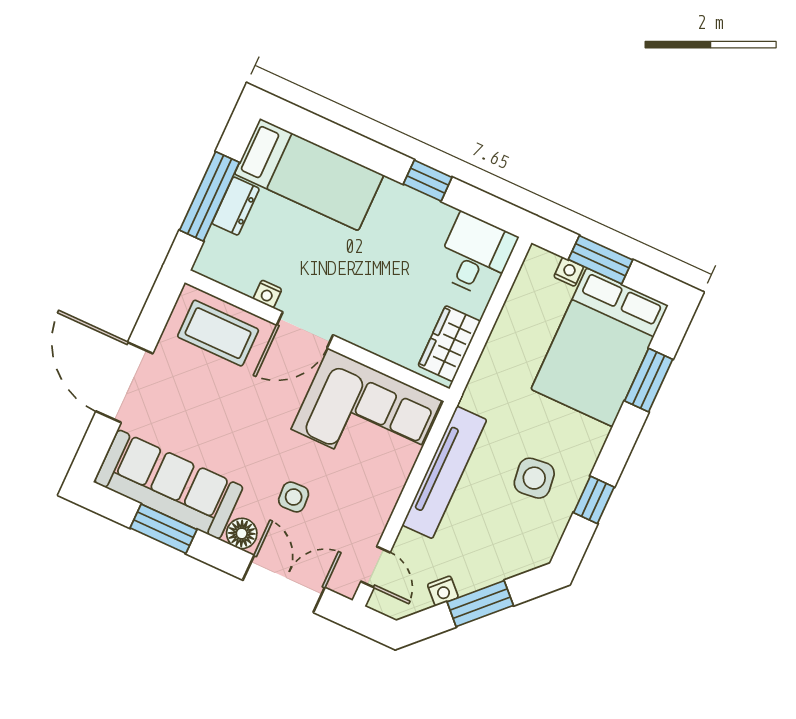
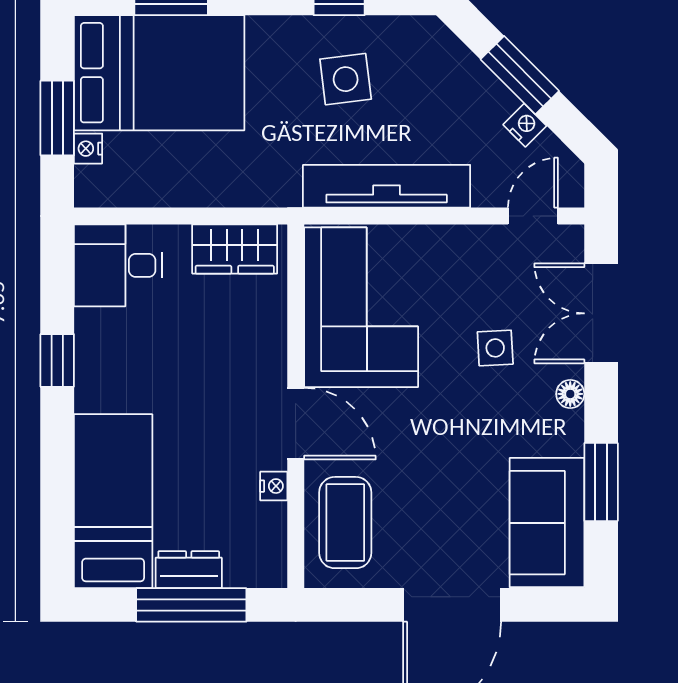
sofa: (169, 484) -> (547, 523), width x0.73
floor lamp: (242, 533) -> (570, 394), width x0.73, depth x0.73

